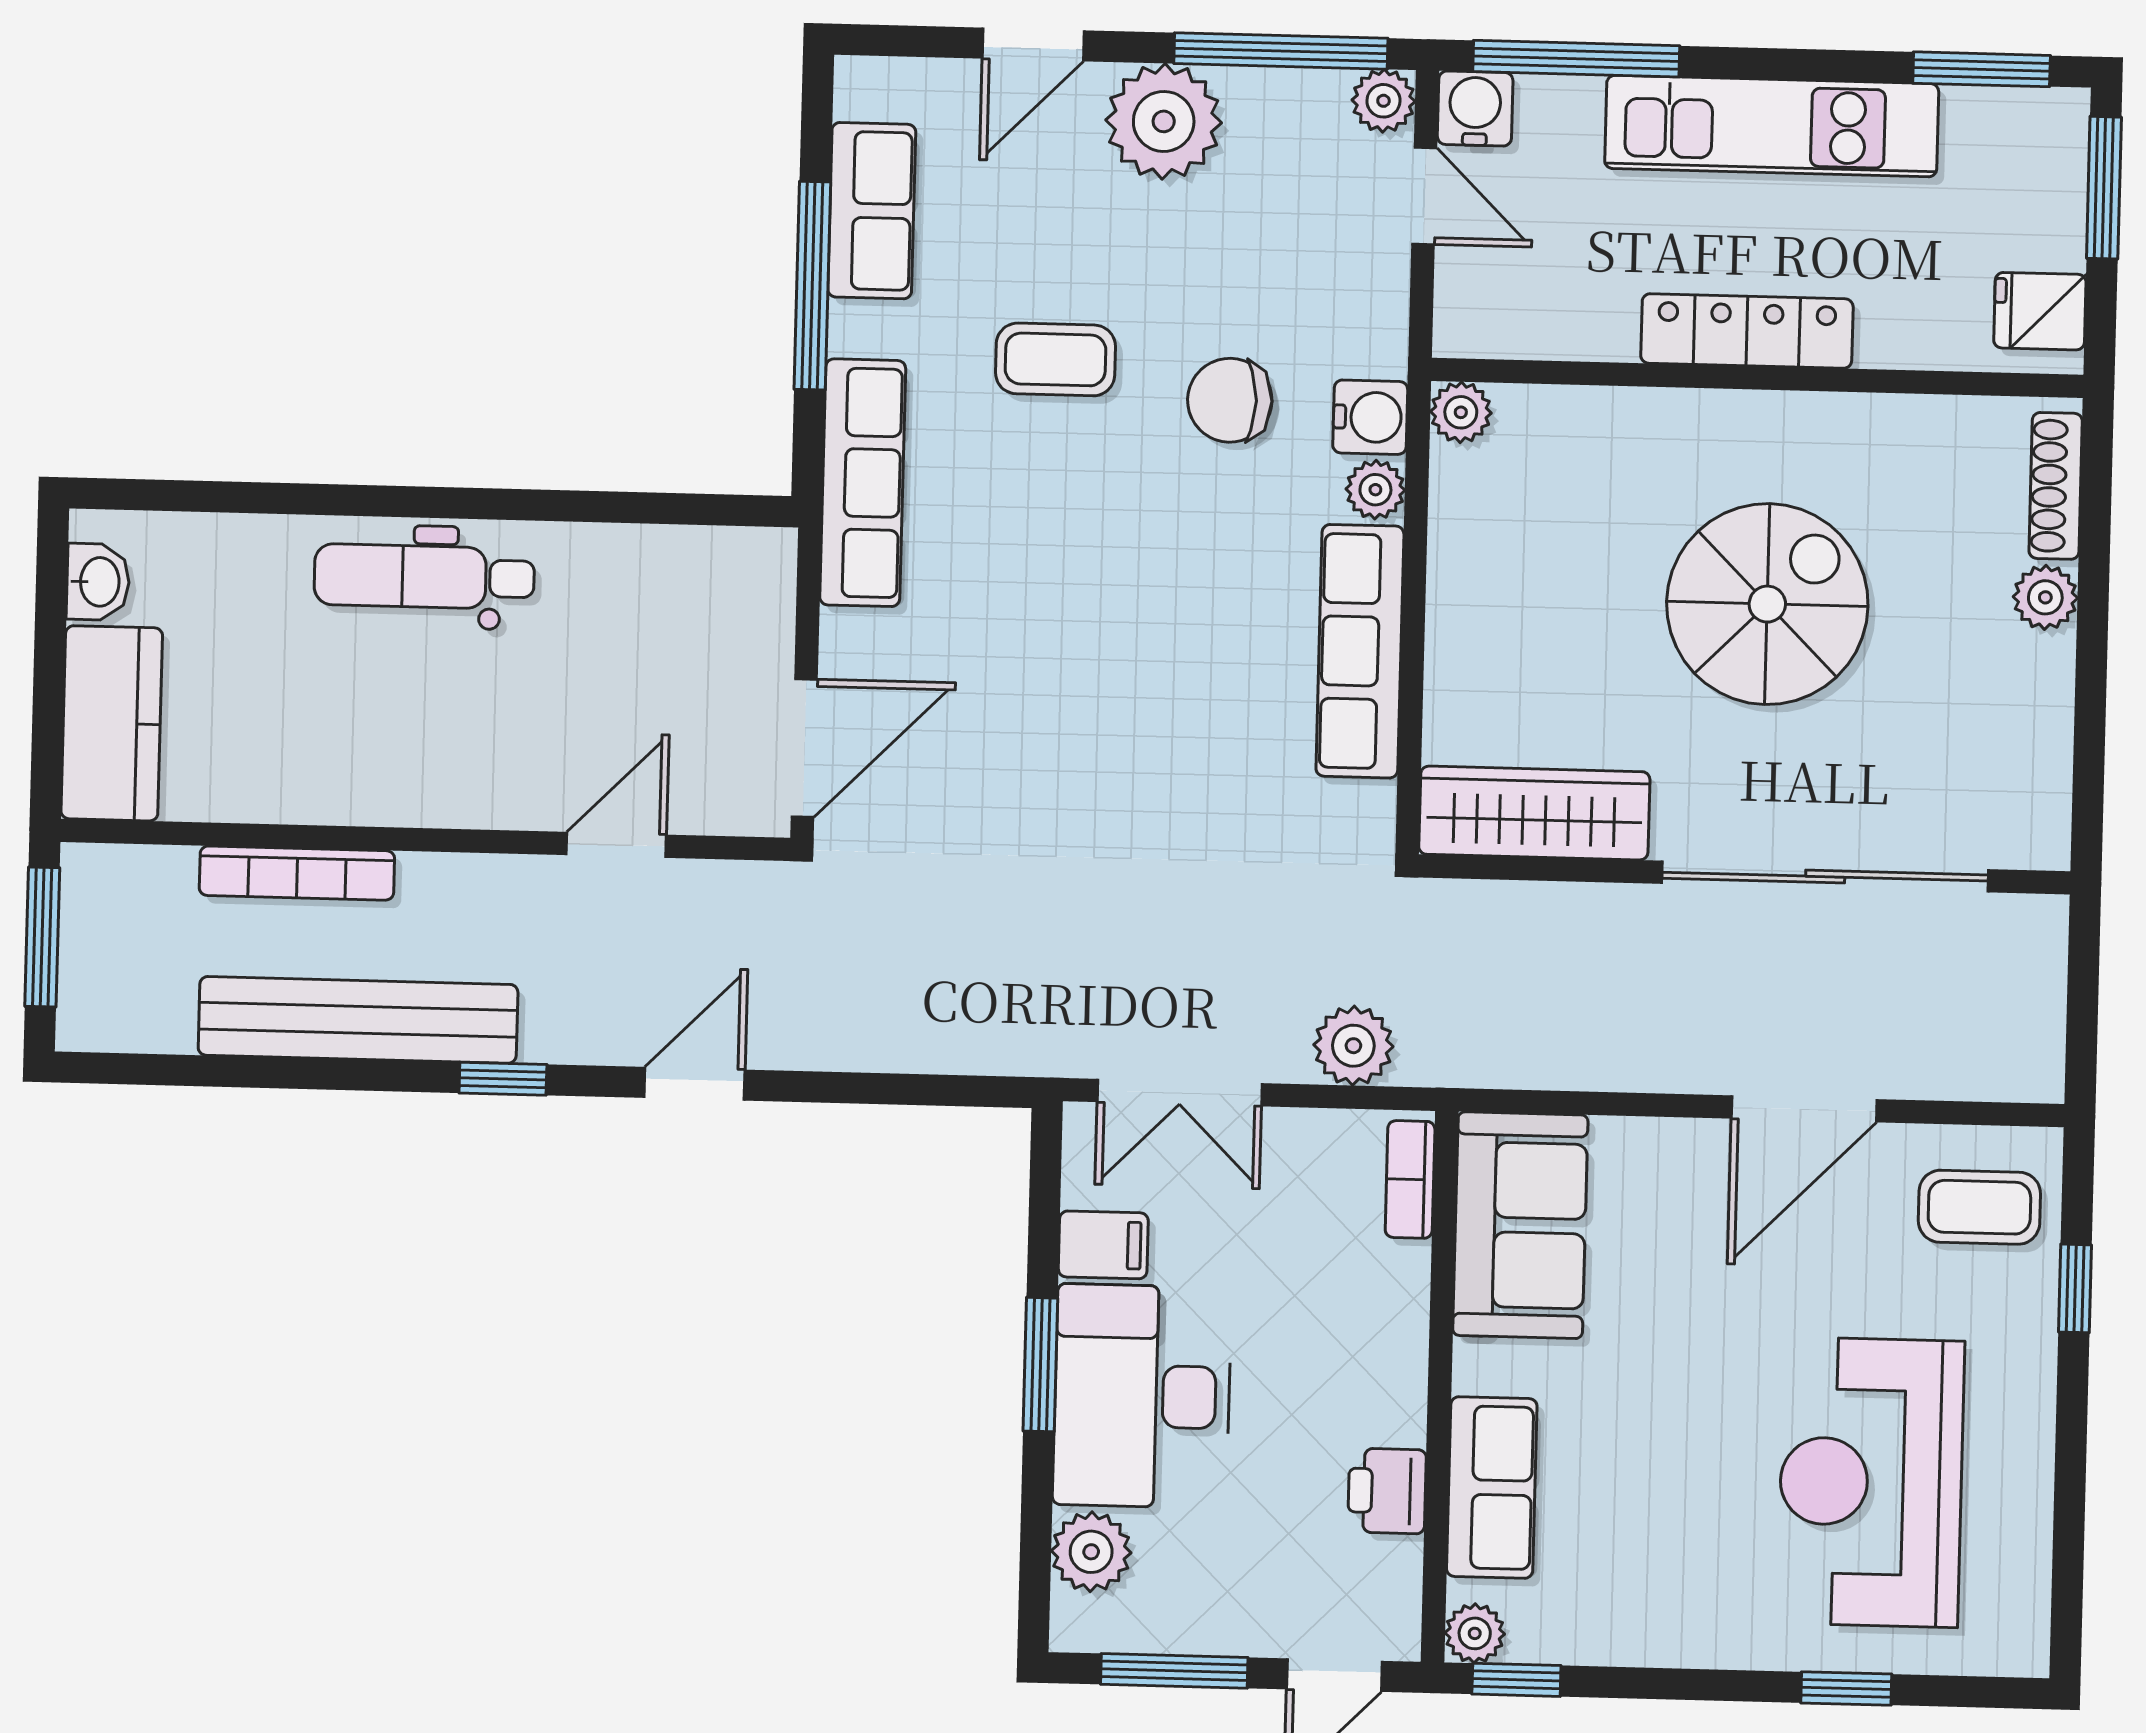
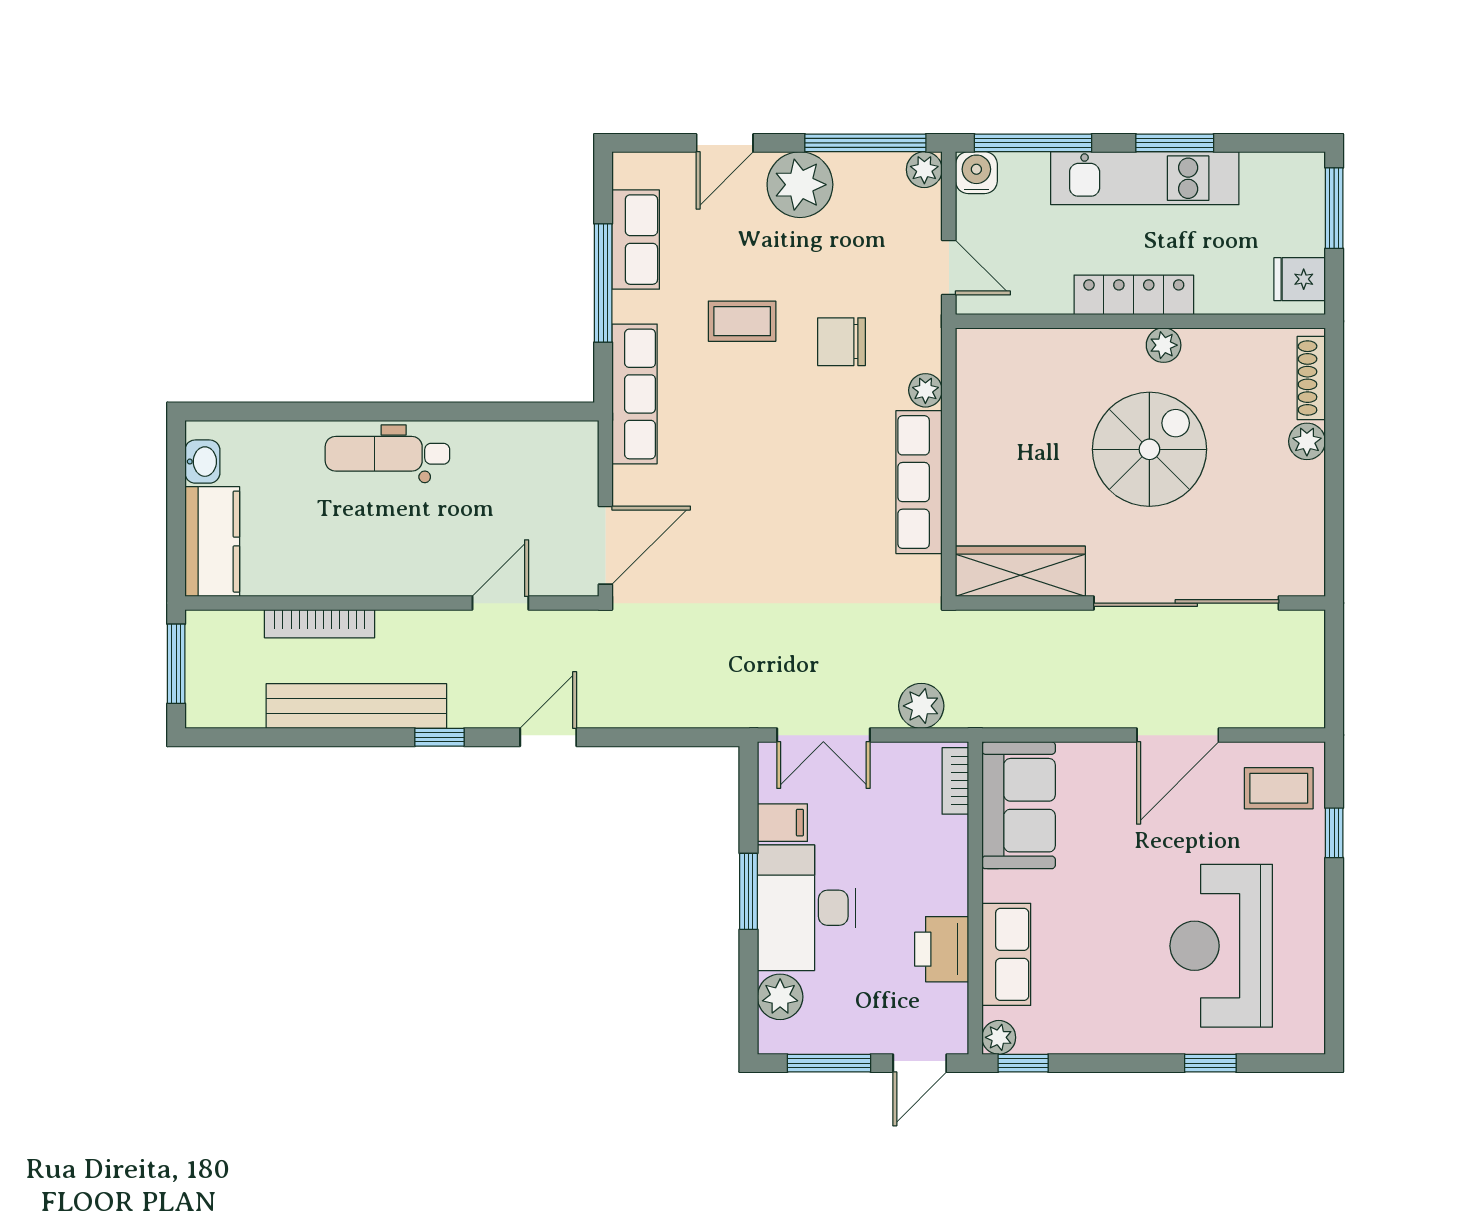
window: (1982, 69) -> (1175, 143), moved
door: (1424, 196) -> (949, 267), moved
plant: (1461, 412) -> (1164, 345), moved
water cooler: (1370, 417) -> (921, 349), removed
printer: (1387, 1491) -> (942, 949), width x1.36, depth x1.24

